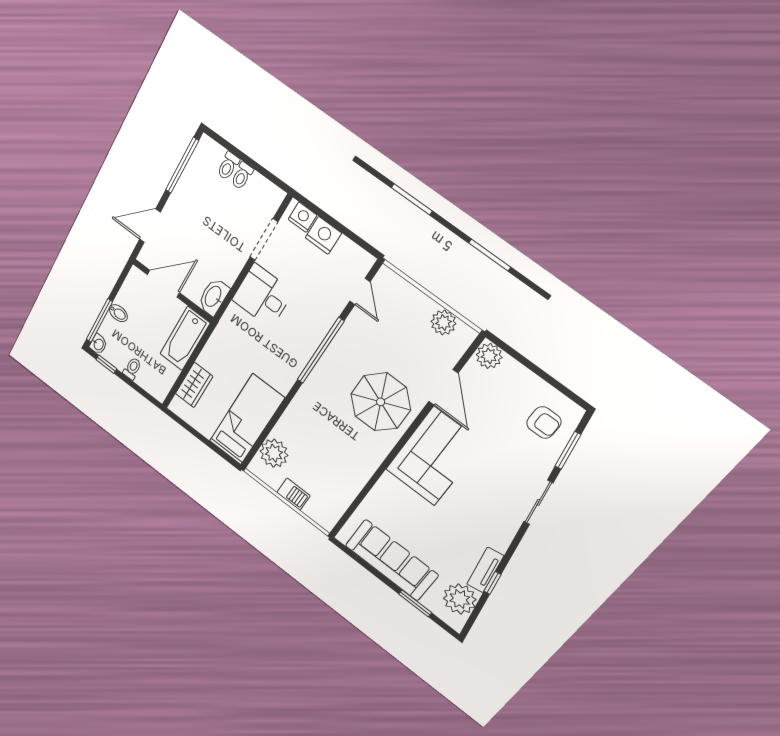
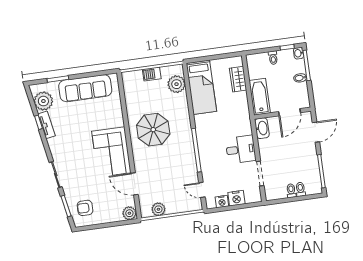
nightstand: (303, 217) -> (222, 202), moved
parasol: (381, 402) -> (153, 130), moved

